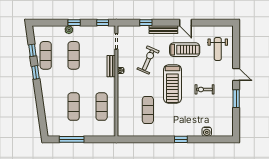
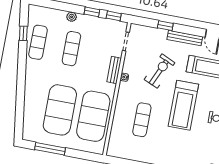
window: (74, 23) -> (92, 12), moved
window: (36, 72) -> (22, 60), removed
exercise mat: (74, 107) -> (60, 110), width x2.00, depth x1.45
exercise mat: (102, 107) -> (93, 116), width x2.00, depth x1.45
exercise mat: (148, 110) -> (142, 120), moved

